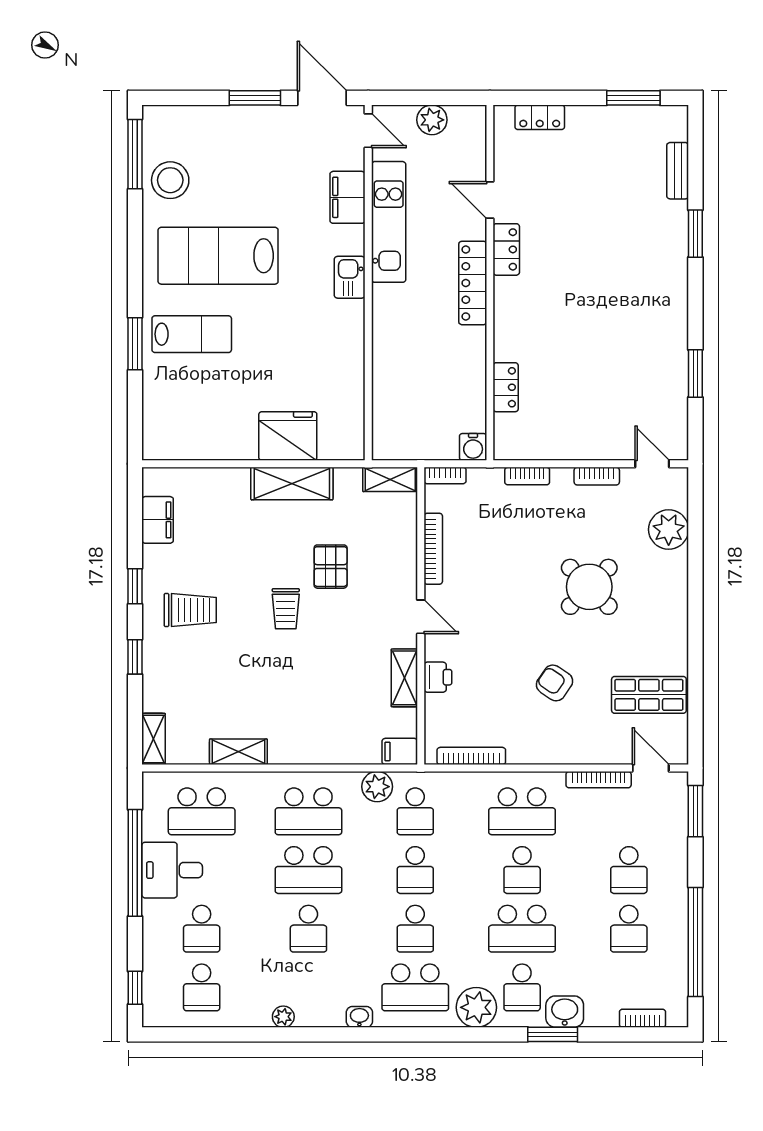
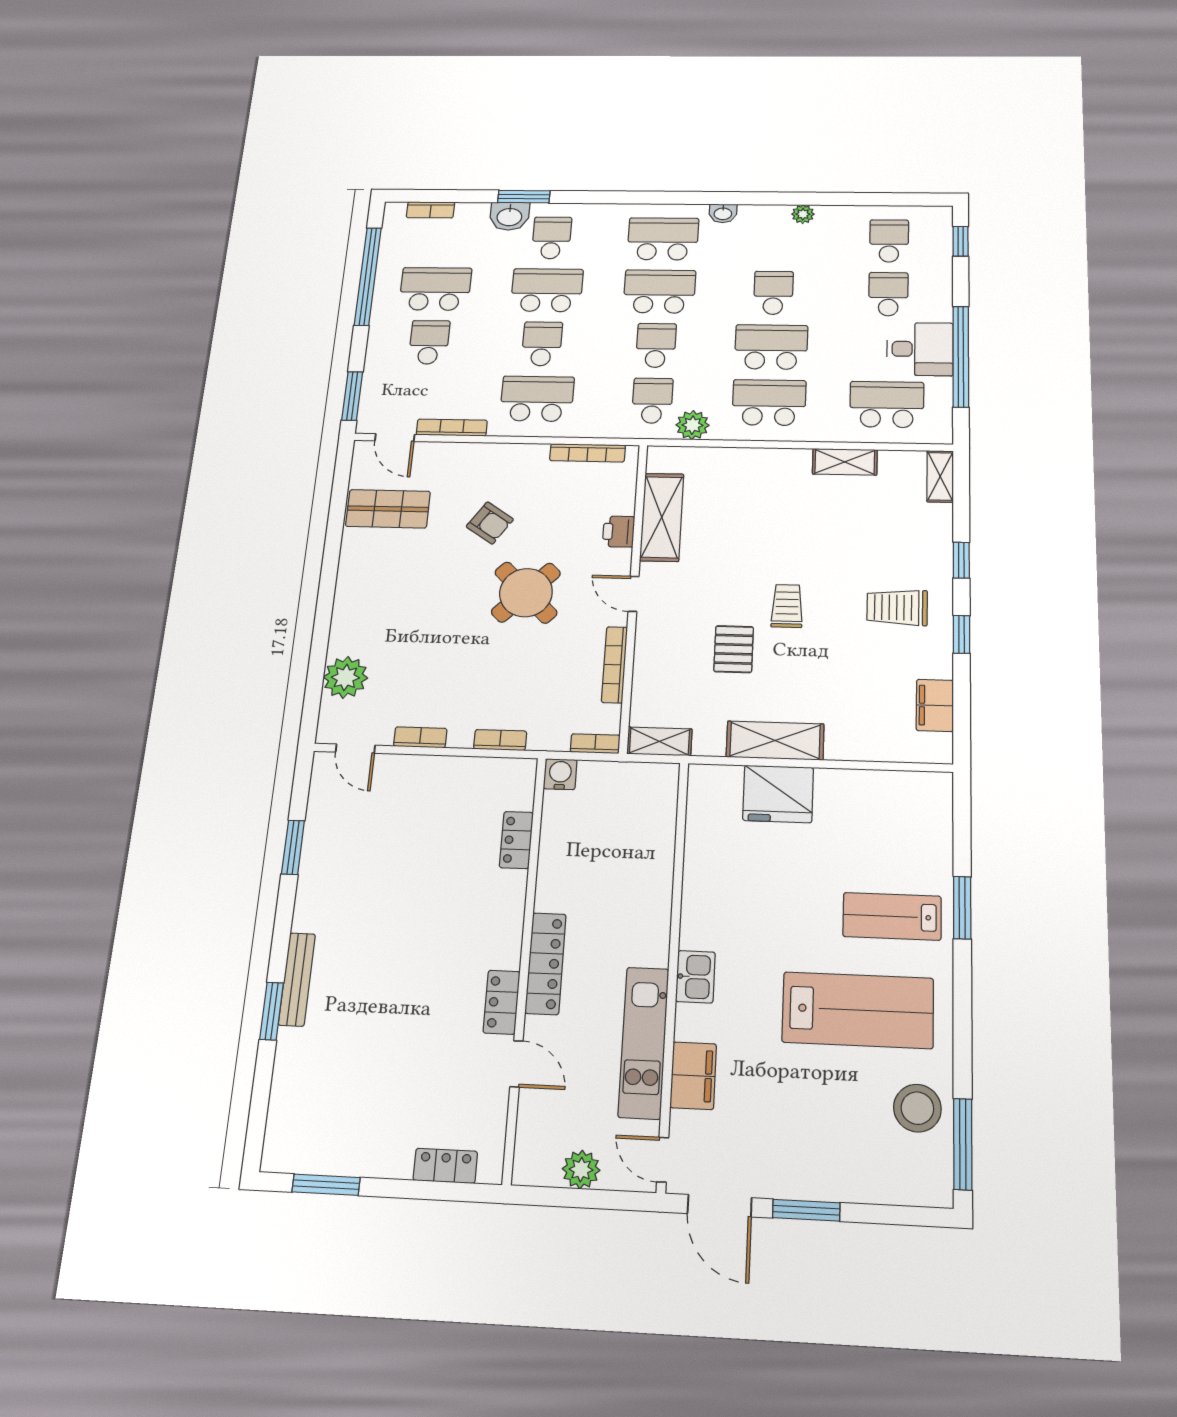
bench: (678, 171) -> (297, 979), moved, width x1.36
round table: (589, 587) -> (526, 593), moved
shelving: (404, 678) -> (662, 517), width x1.50, depth x1.33
filing cabinet: (400, 751) -> (666, 459), removed
school desk: (415, 929) -> (659, 291), width x1.85
school desk: (629, 929) -> (435, 289), width x1.85
plant: (476, 1007) -> (600, 221), removed

